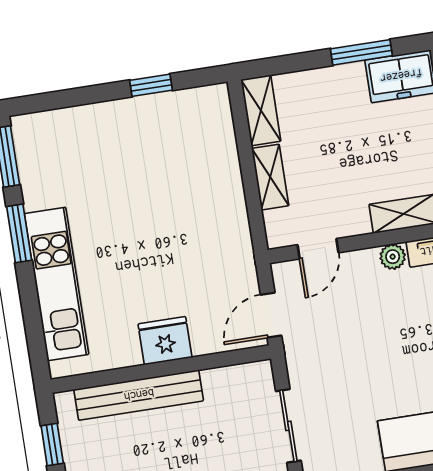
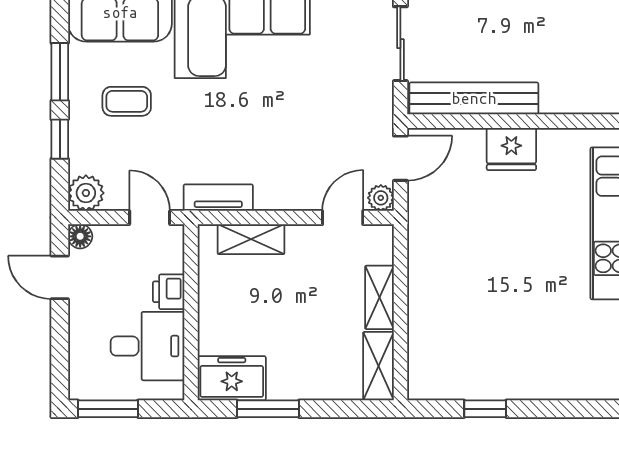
plant: (393, 257) -> (381, 198), moved
bench: (139, 395) -> (474, 98), moved

